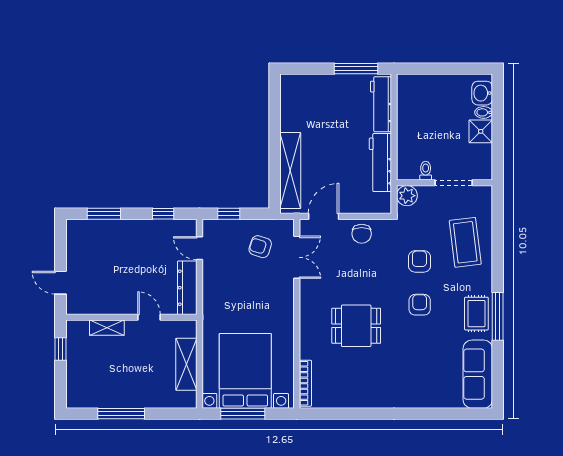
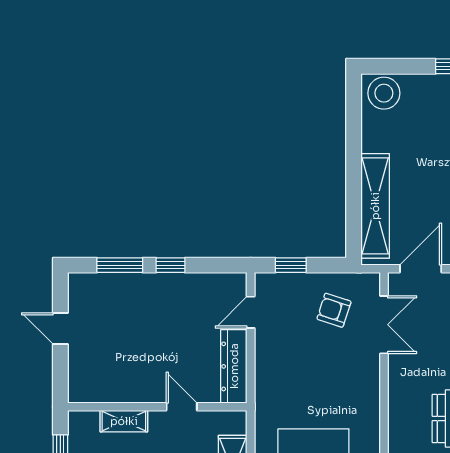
stool: (297, 88) -> (384, 93), added
window: (163, 214) -> (171, 265), moved
door: (199, 248) -> (251, 312), hinge flipped
door: (60, 283) -> (60, 328), moved

